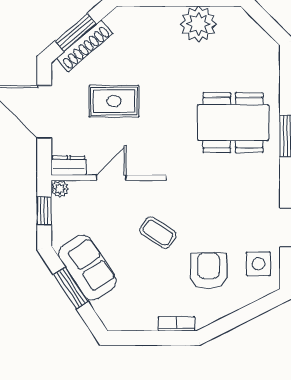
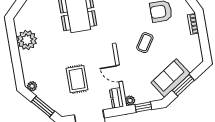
plant: (115, 19) -> (32, 86), added
shoe rack: (85, 46) -> (49, 100), removed

